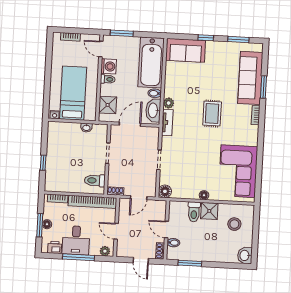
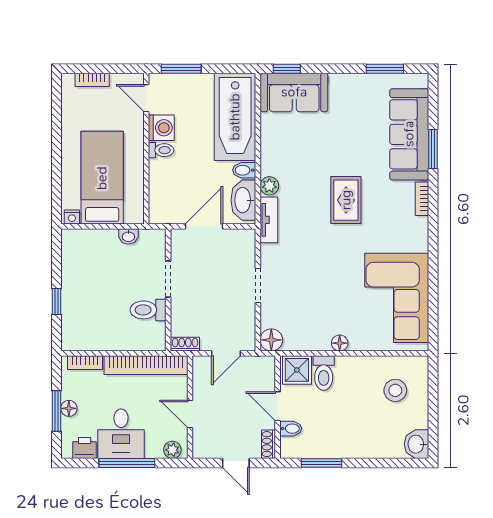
window: (206, 38) -> (287, 69), moved
shower: (108, 105) -> (163, 195), removed
toilet: (95, 180) -> (148, 310), moved
shower: (209, 211) -> (297, 370), moved

